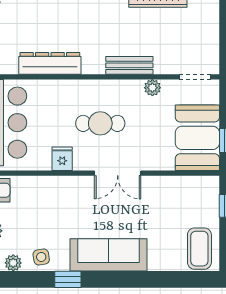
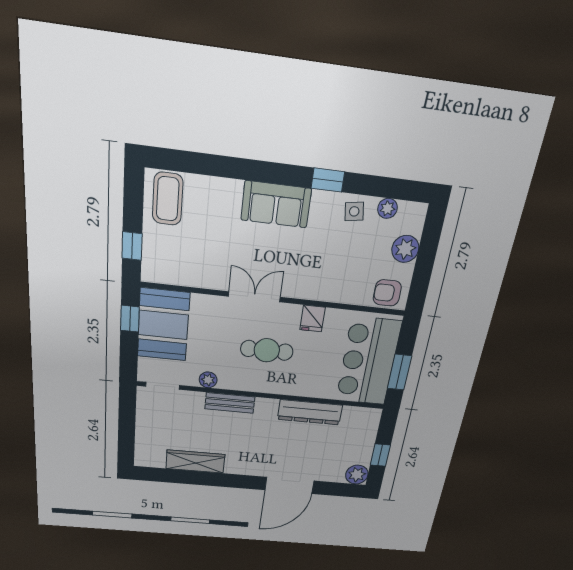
sofa: (108, 255) -> (276, 204), width x0.73

